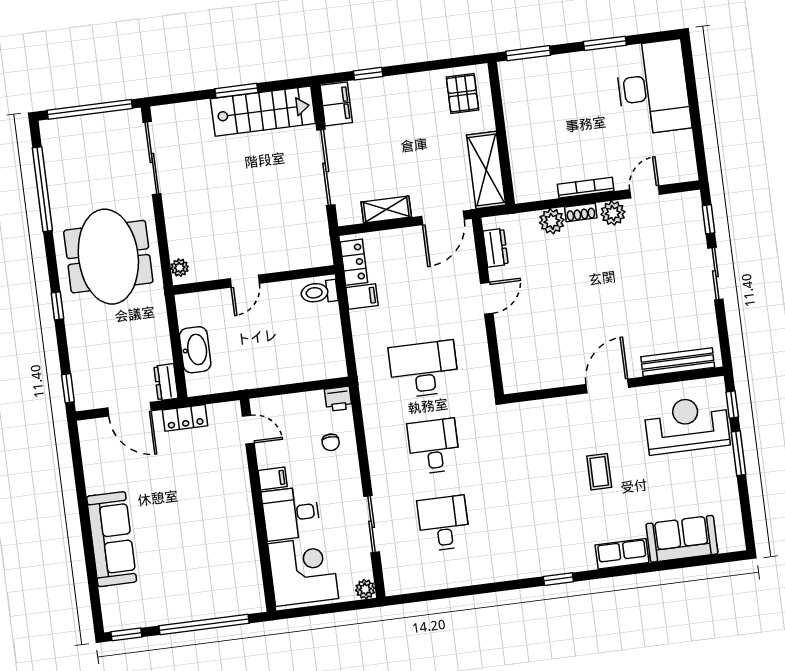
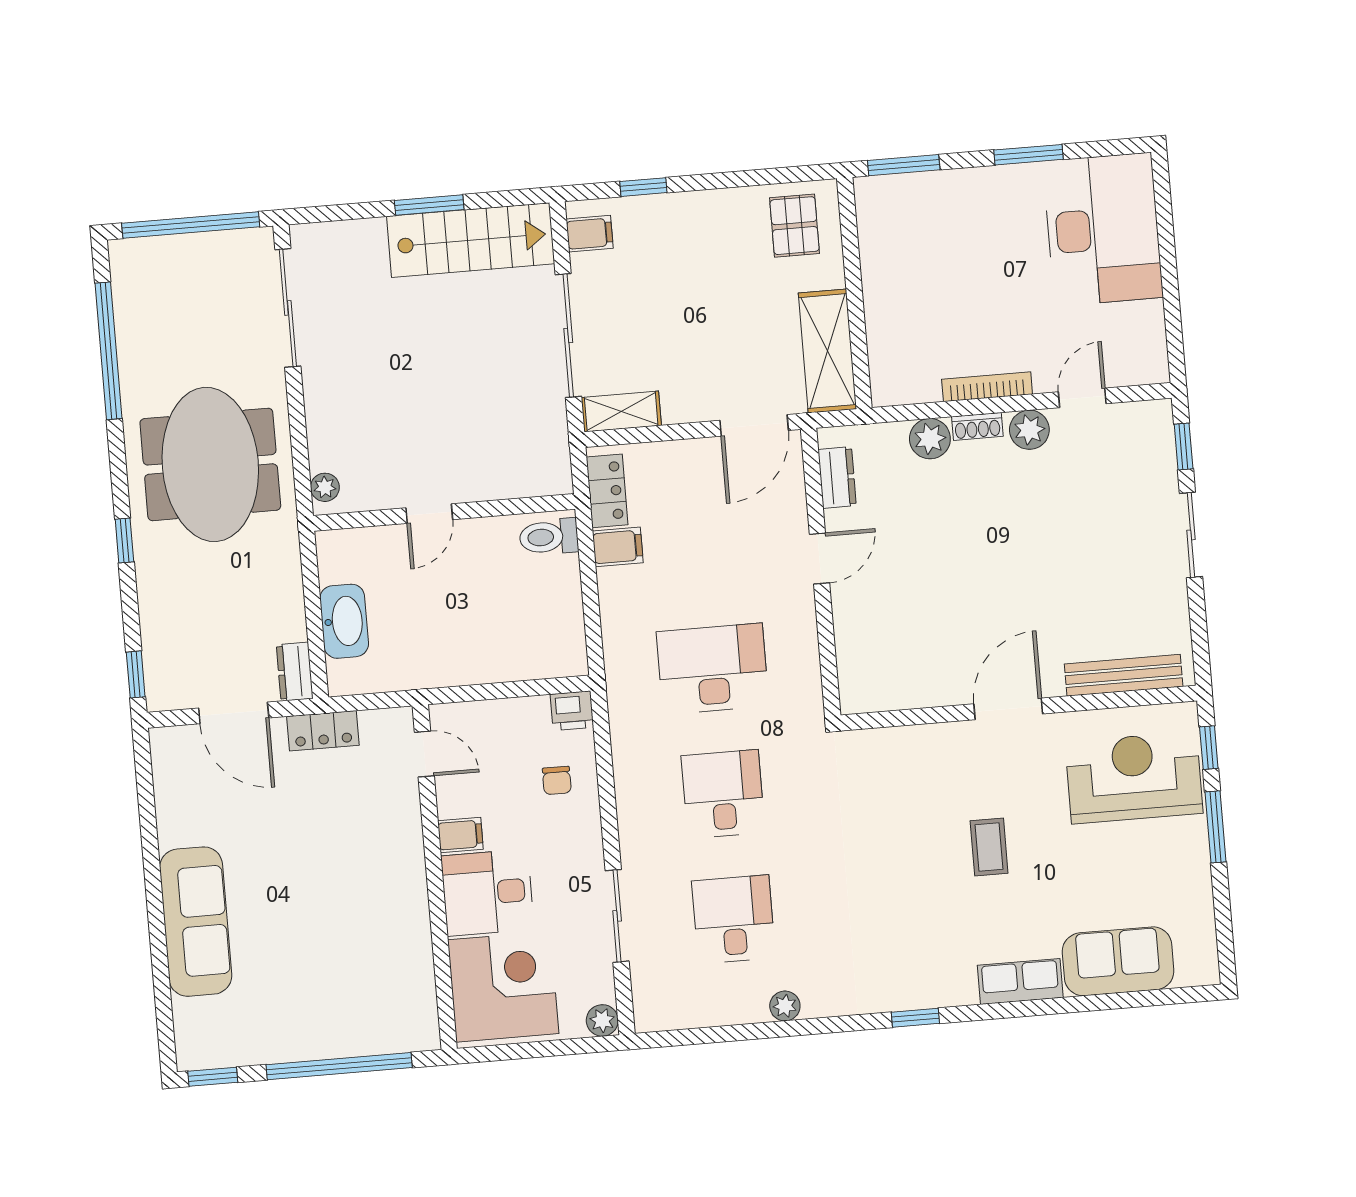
filing cabinet: (336, 104) -> (590, 234), width x0.50
shelving: (386, 210) -> (621, 411), moved
plant: (478, 575) -> (785, 1006), added

